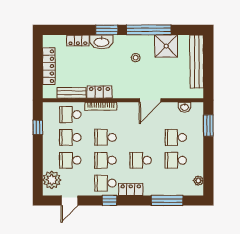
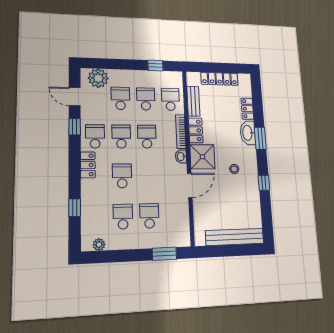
window: (149, 30) -> (264, 183), width x0.32
shower: (166, 46) -> (202, 157), moved
door: (150, 100) -> (190, 185), swing flipped
washbasin: (185, 107) -> (181, 156), moved
window: (110, 200) -> (75, 127), moved
window: (167, 200) -> (75, 208), width x0.46

